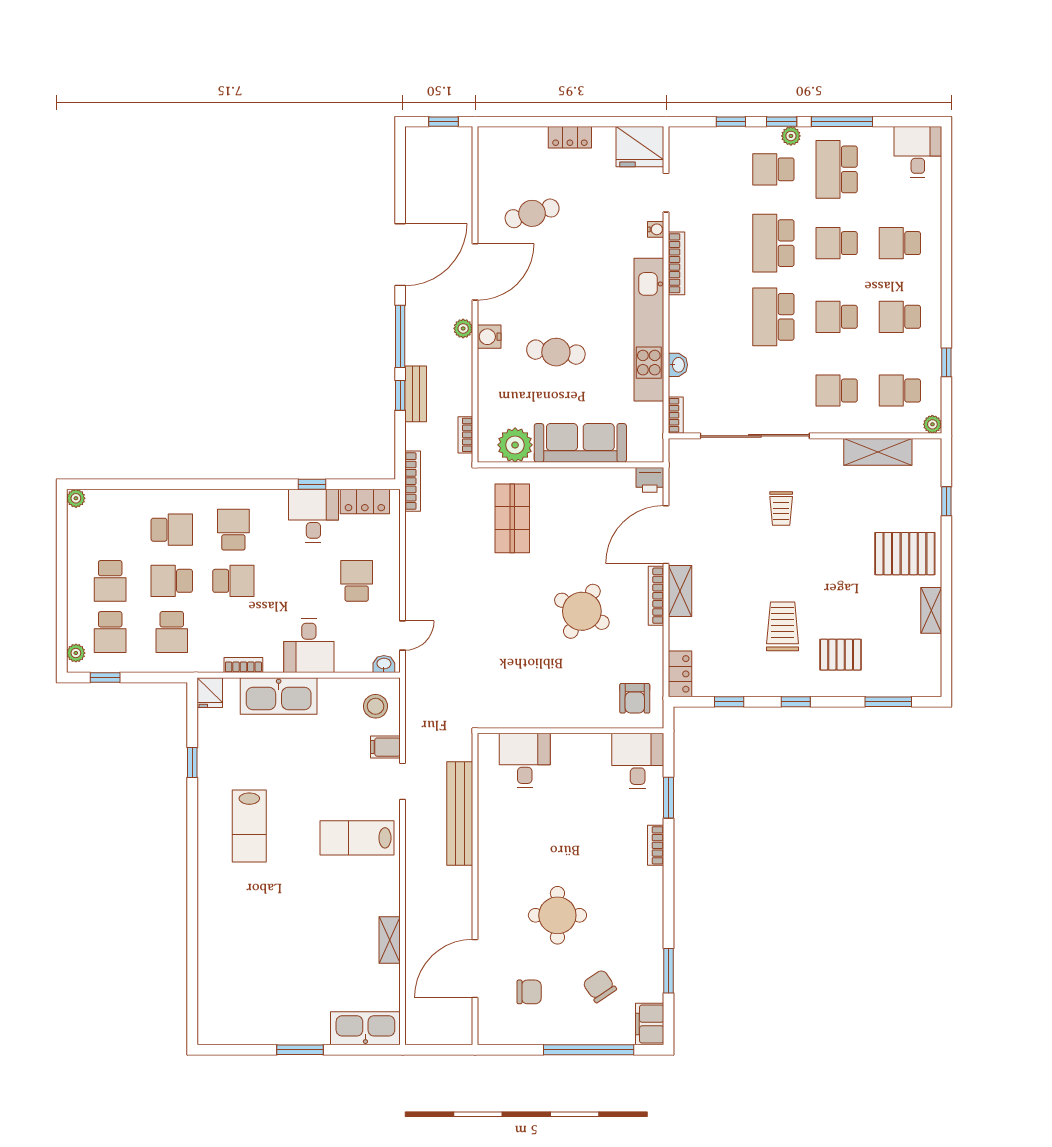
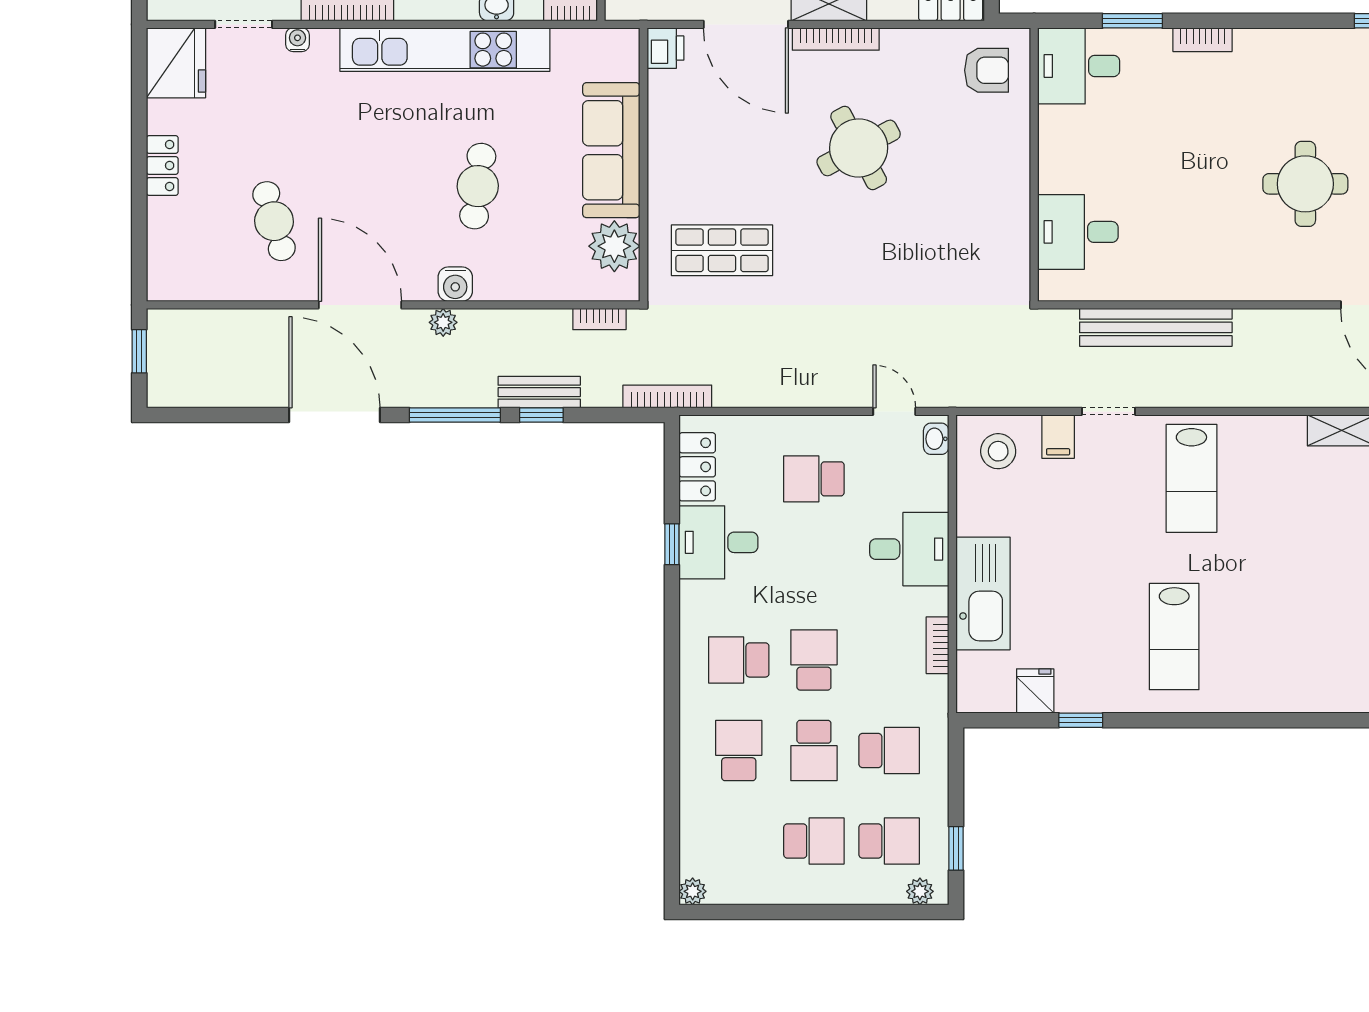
round table: (582, 611) -> (859, 148), turned 33
fridge: (210, 693) -> (1035, 691), moved, turned -90
lab bench: (249, 826) -> (1174, 637), turned 90

